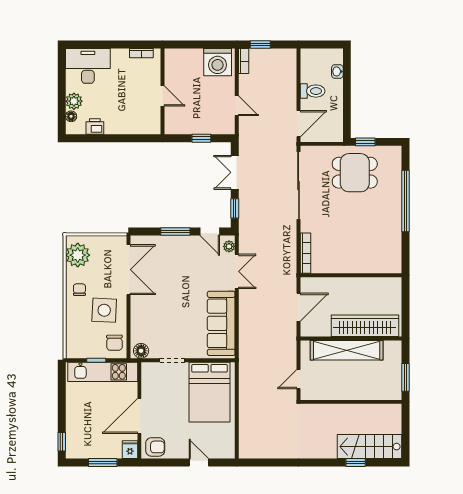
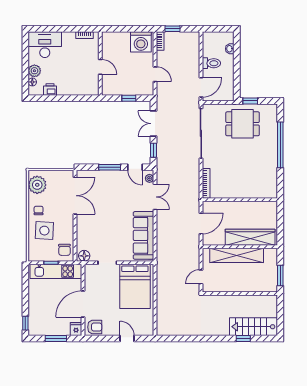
side table: (104, 310) -> (44, 231), moved

